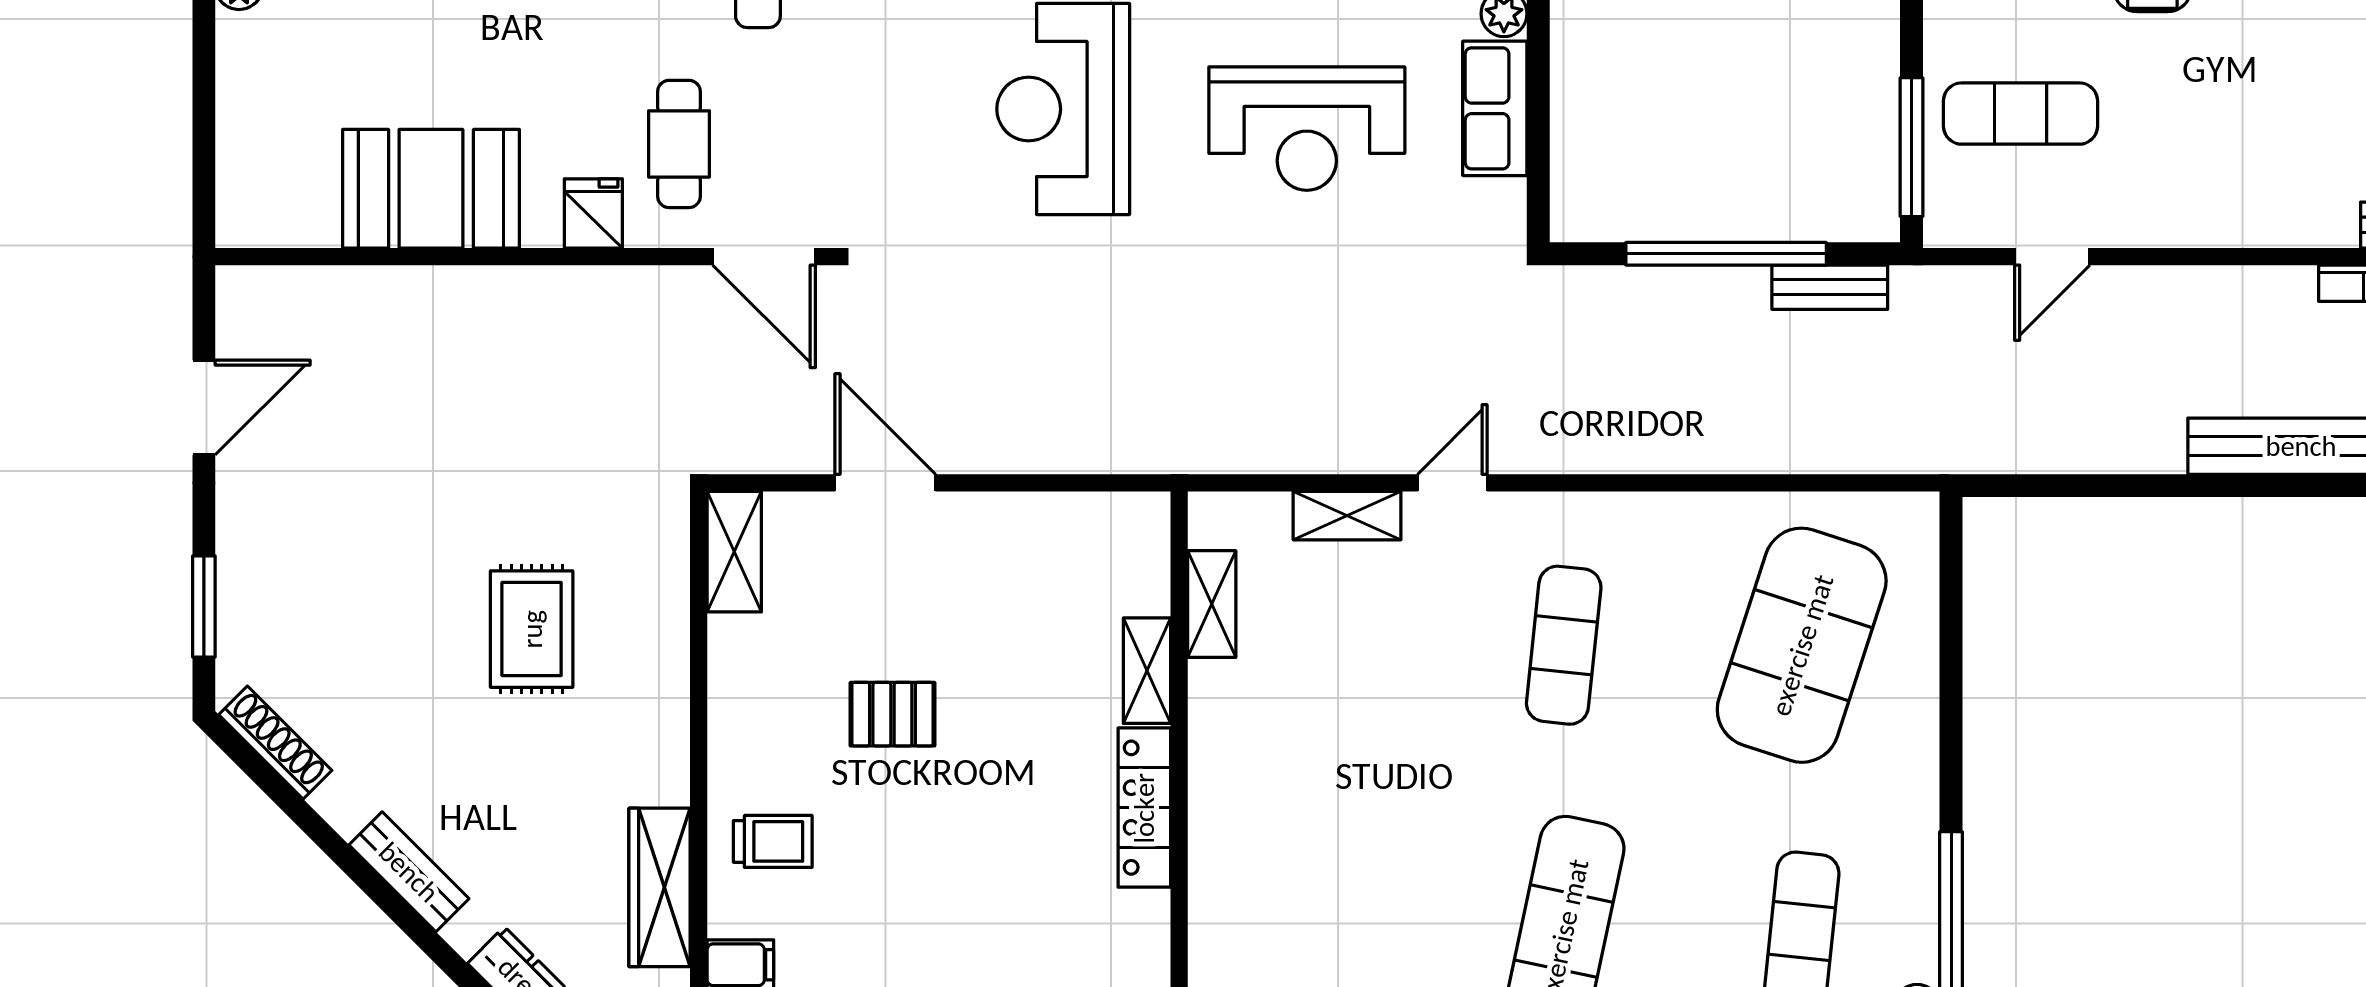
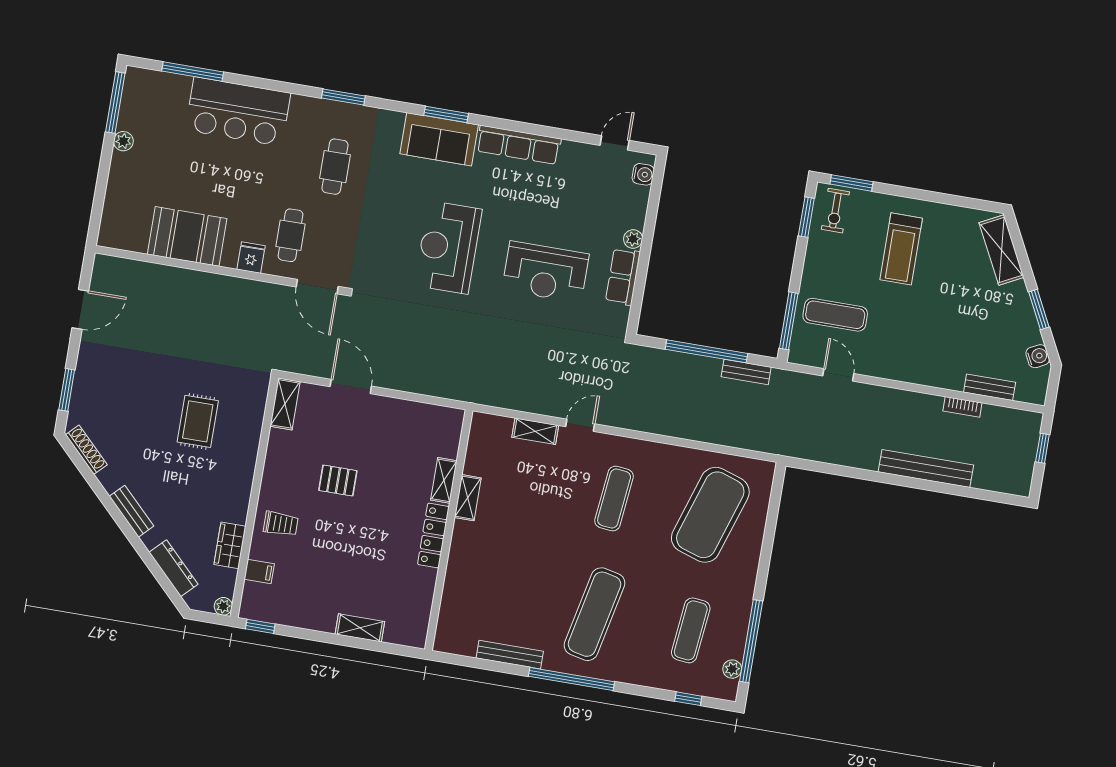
door: (2052, 257) -> (838, 375), swing flipped
shelving: (1212, 604) -> (468, 498), moved
wardrobe: (660, 887) -> (230, 545), width x0.67

